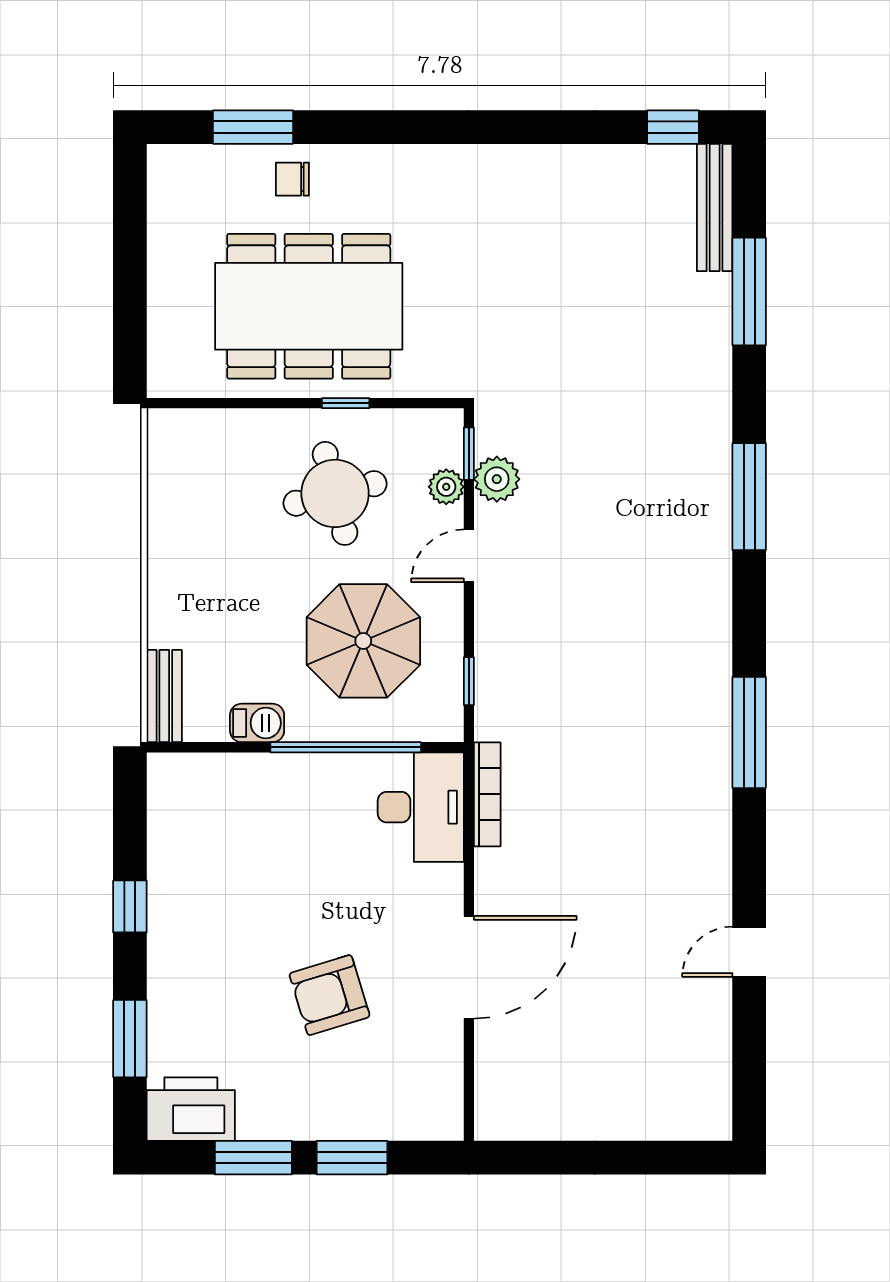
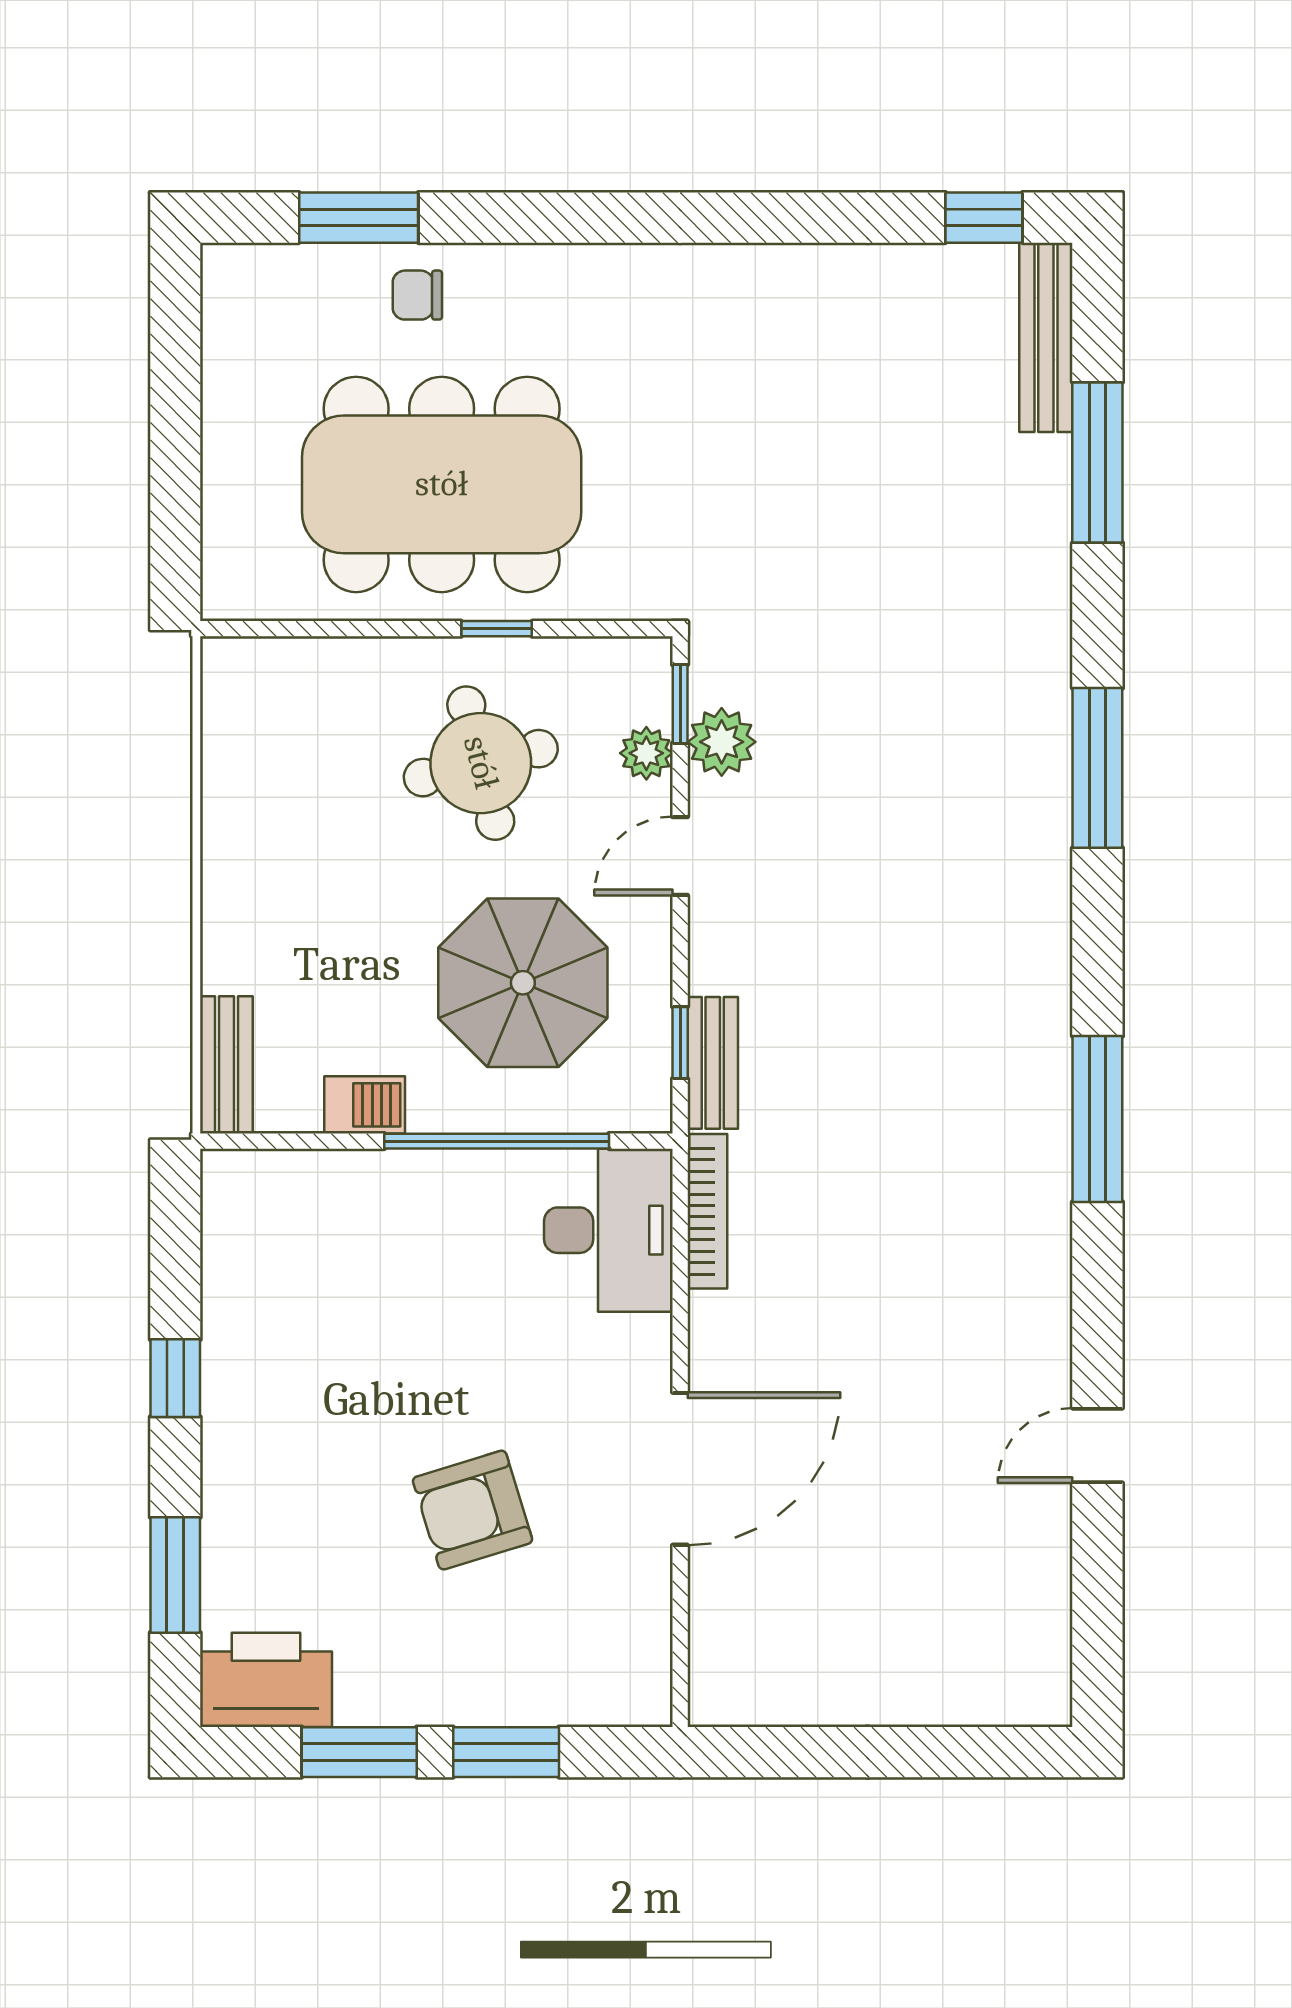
bench: (491, 695) -> (713, 1063), added

